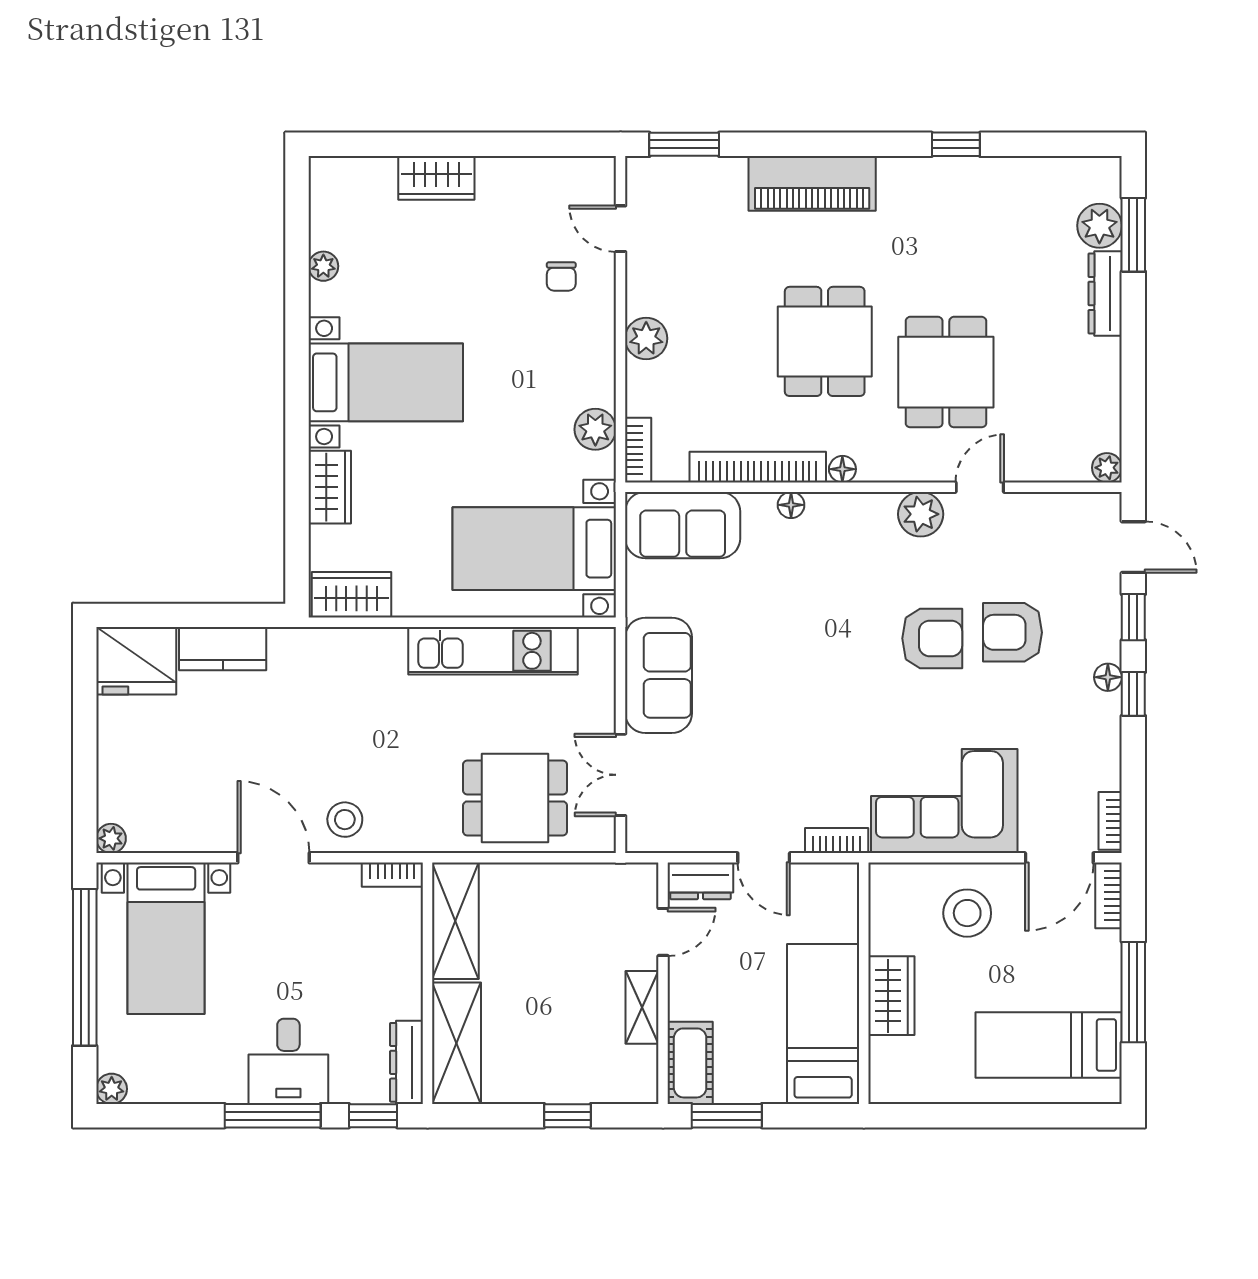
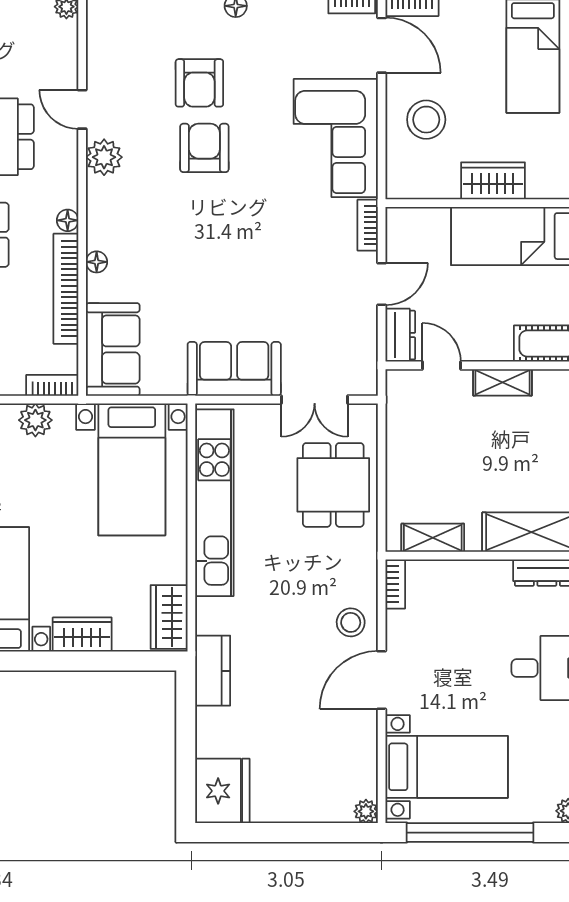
kitchen counter: (223, 649) -> (213, 671), moved
kitchen unit: (493, 651) -> (214, 503), width x1.36
shelving: (455, 921) -> (433, 538), width x0.67, depth x0.75

